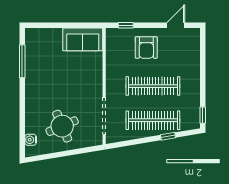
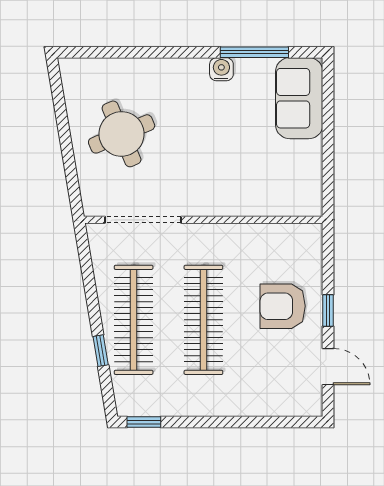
window: (126, 25) -> (328, 311), moved
sofa: (83, 39) -> (299, 98), moved
water cooler: (31, 140) -> (221, 69), moved

